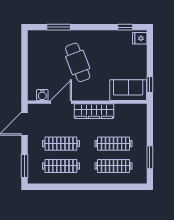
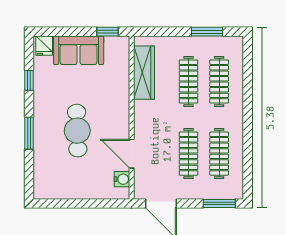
window: (59, 27) -> (29, 133), moved
window: (125, 27) -> (29, 80), moved
cafe table: (78, 62) -> (77, 131), turned -71
sofa: (128, 90) -> (79, 50), moved, turned -90
wardrobe: (94, 111) -> (144, 73), moved

